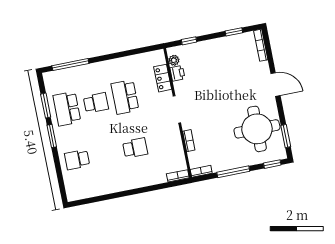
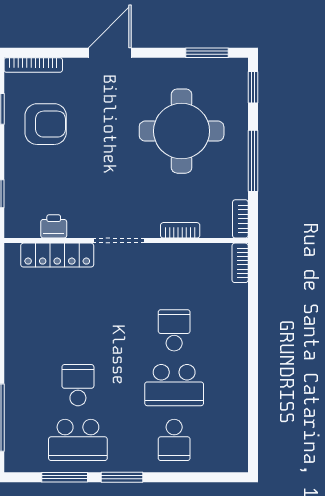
armchair: (231, 58) -> (46, 124), added
plant: (174, 60) -> (29, 228), removed
locker: (163, 78) -> (57, 255), width x1.53
school desk: (125, 97) -> (174, 385), moved
round table: (257, 129) -> (182, 131), moved

